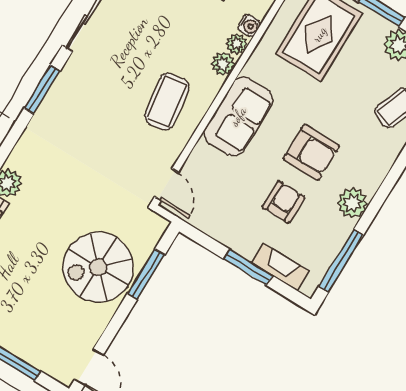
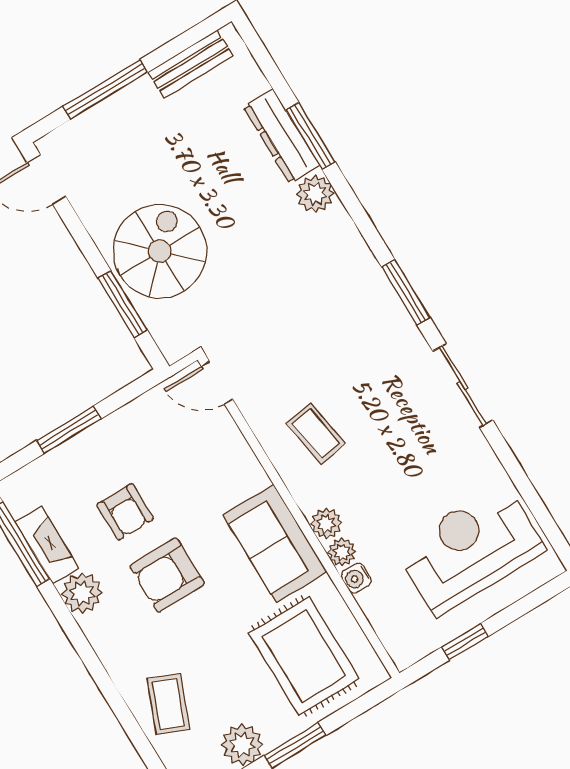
coffee table: (167, 101) -> (316, 434), width x0.73, depth x0.77
sofa: (238, 116) -> (275, 543), moved
fireplace: (280, 267) -> (47, 545), moved, turned -90

